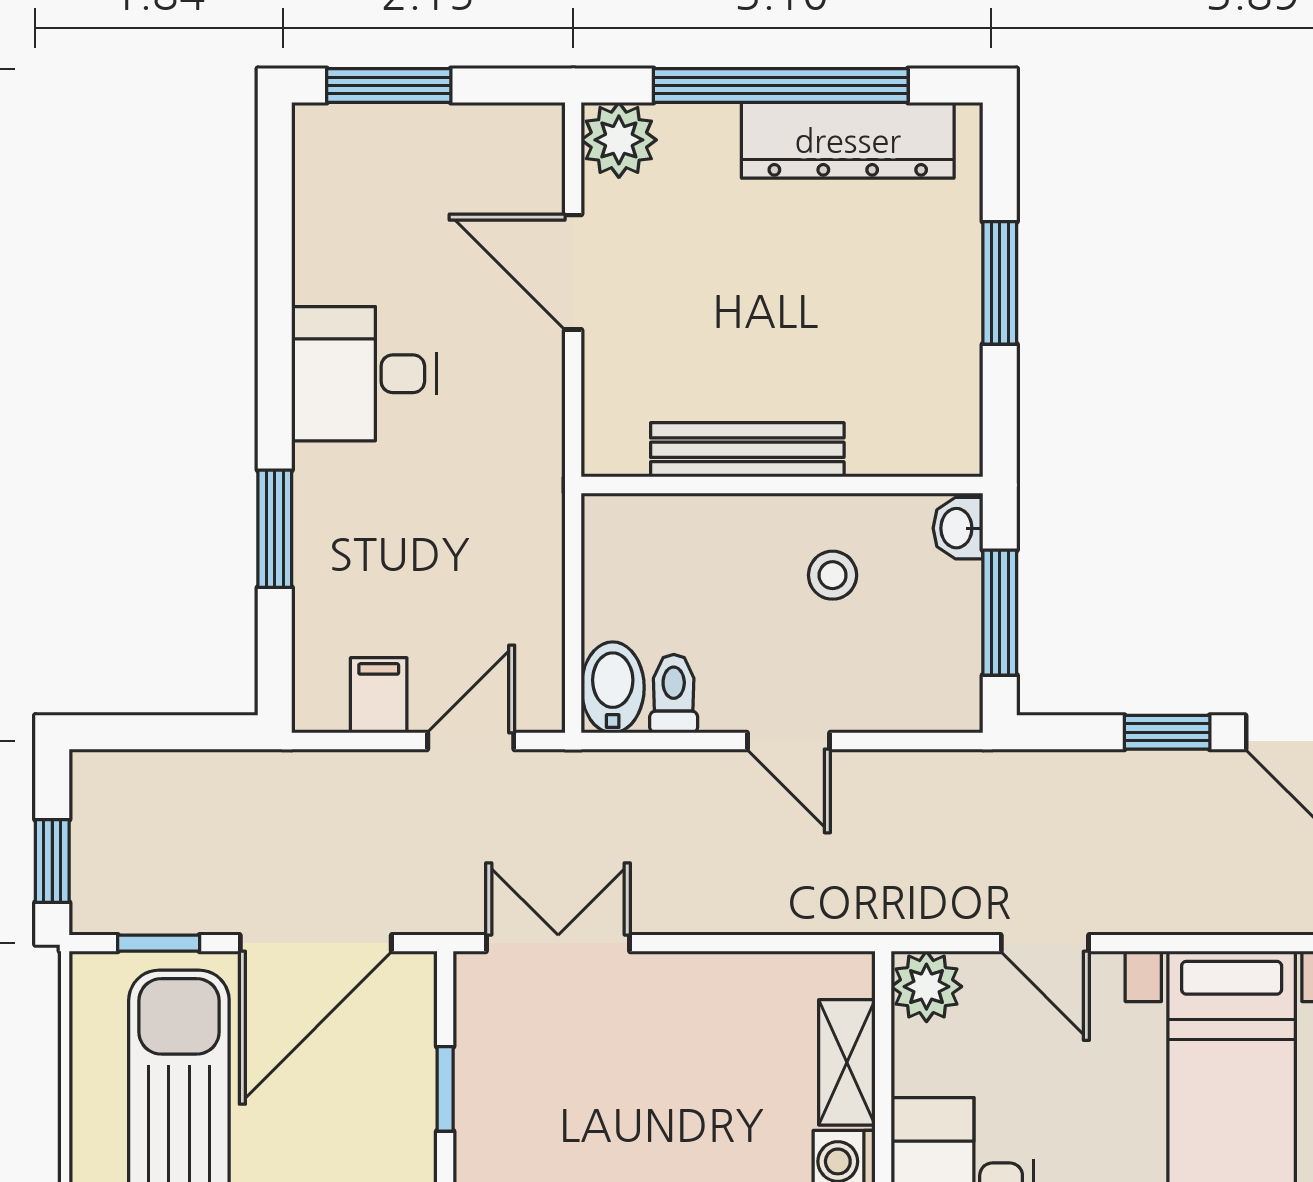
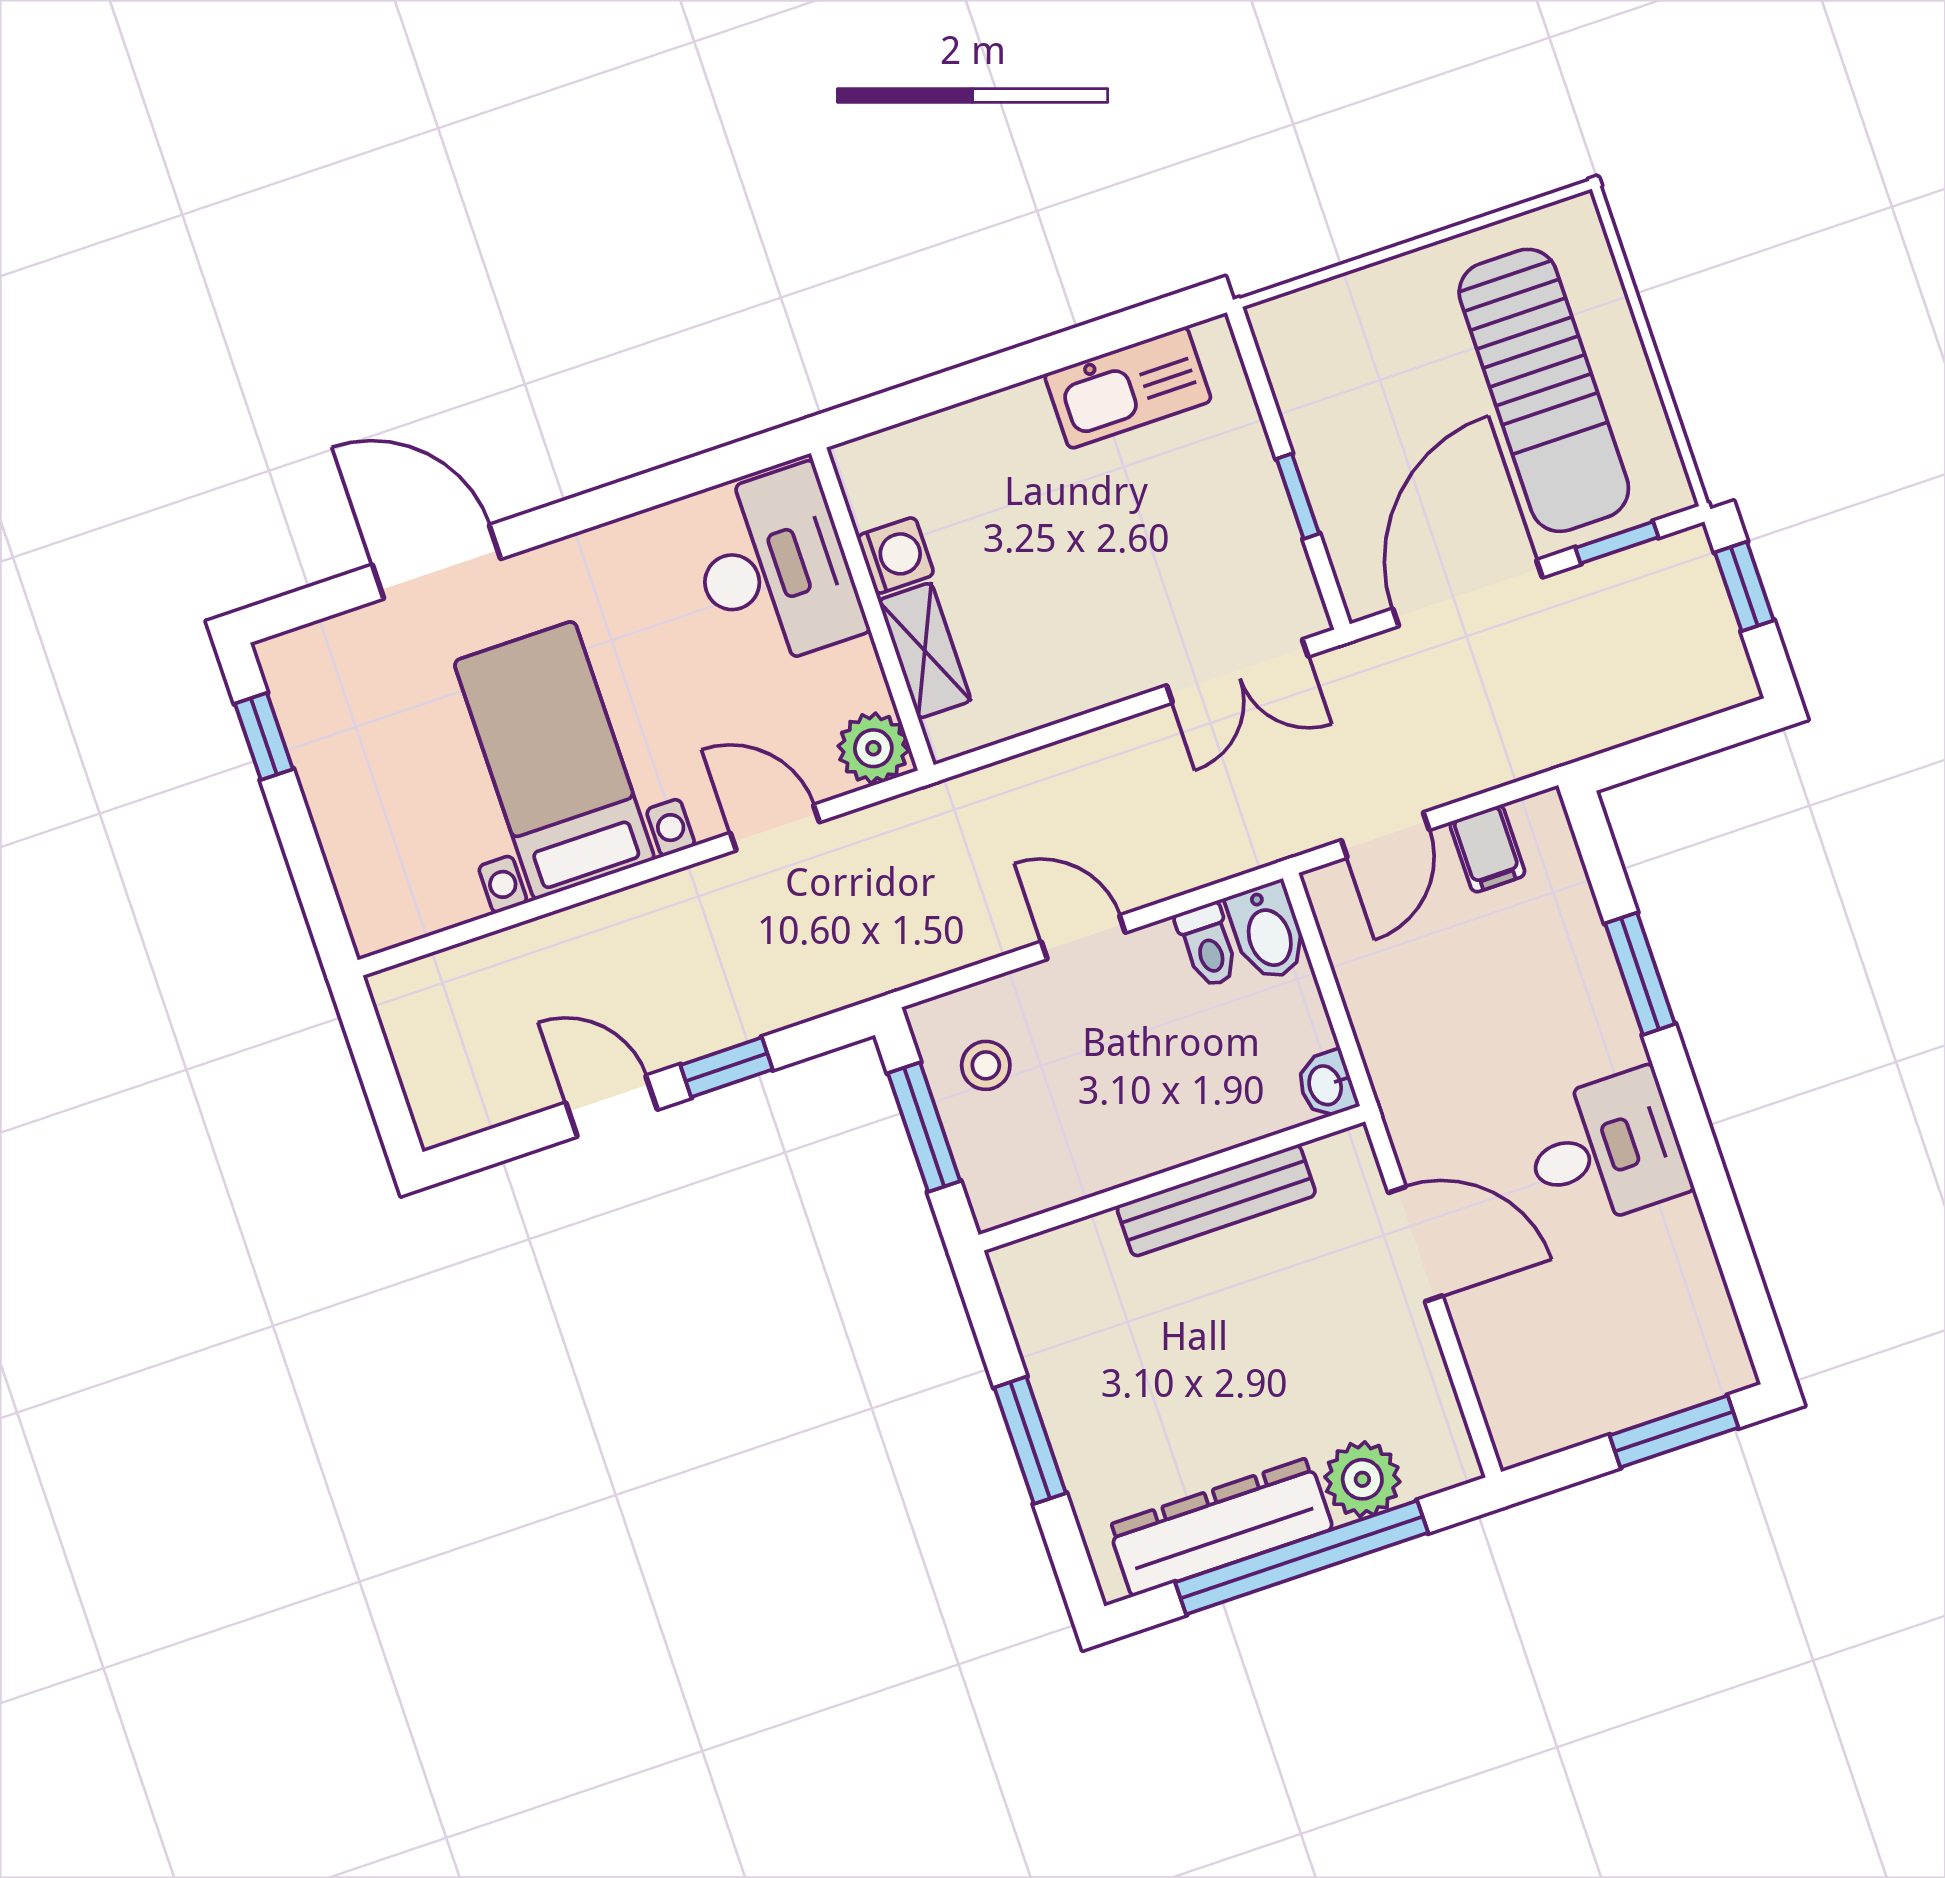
plant: (619, 140) -> (1362, 1479), moved
door: (573, 272) -> (1415, 1244), moved
washbasin: (958, 528) -> (1327, 1085), moved, turned 180
stool: (833, 575) -> (986, 1065), moved

